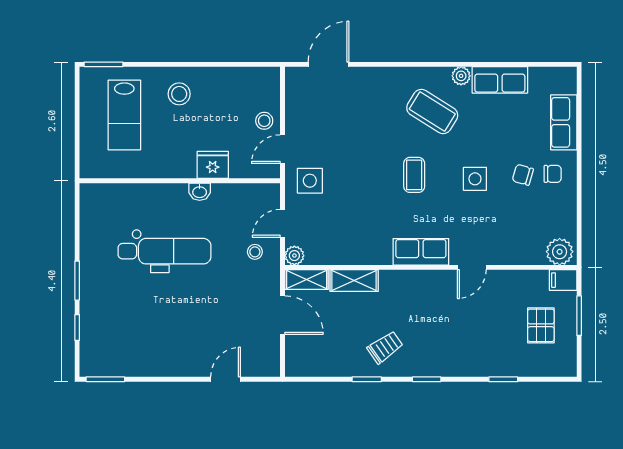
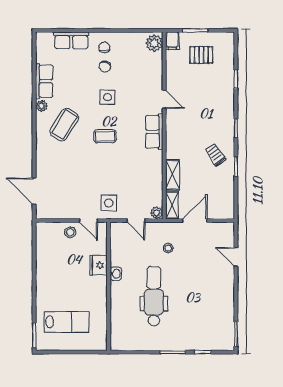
stool: (179, 94) -> (53, 287), removed
stool: (255, 252) -> (168, 248), moved

